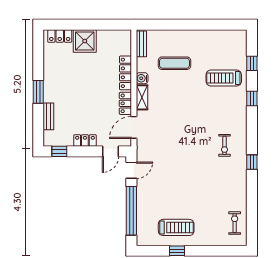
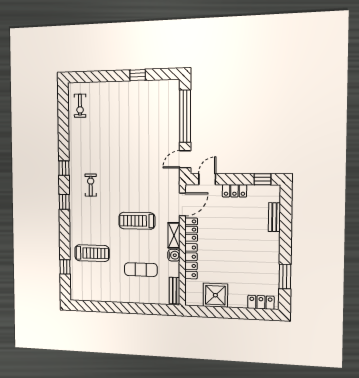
shower: (85, 41) -> (215, 295), moved
window: (38, 92) -> (285, 277), moved
window: (252, 99) -> (64, 202), moved
treadmill: (176, 227) -> (137, 221), moved

